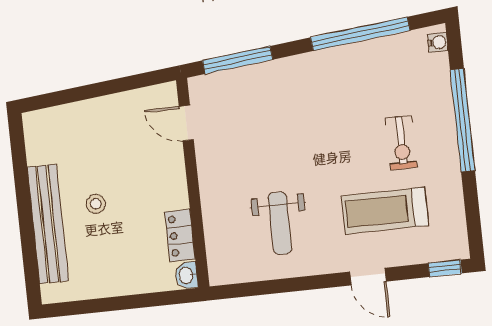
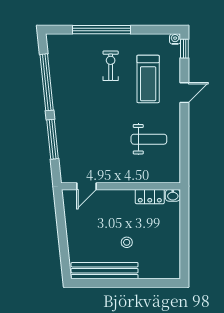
water cooler: (438, 42) -> (175, 39), moved
window: (238, 60) -> (52, 139), moved
exercise bike: (401, 143) -> (111, 66), turned -90
bench: (48, 224) -> (105, 271), moved

